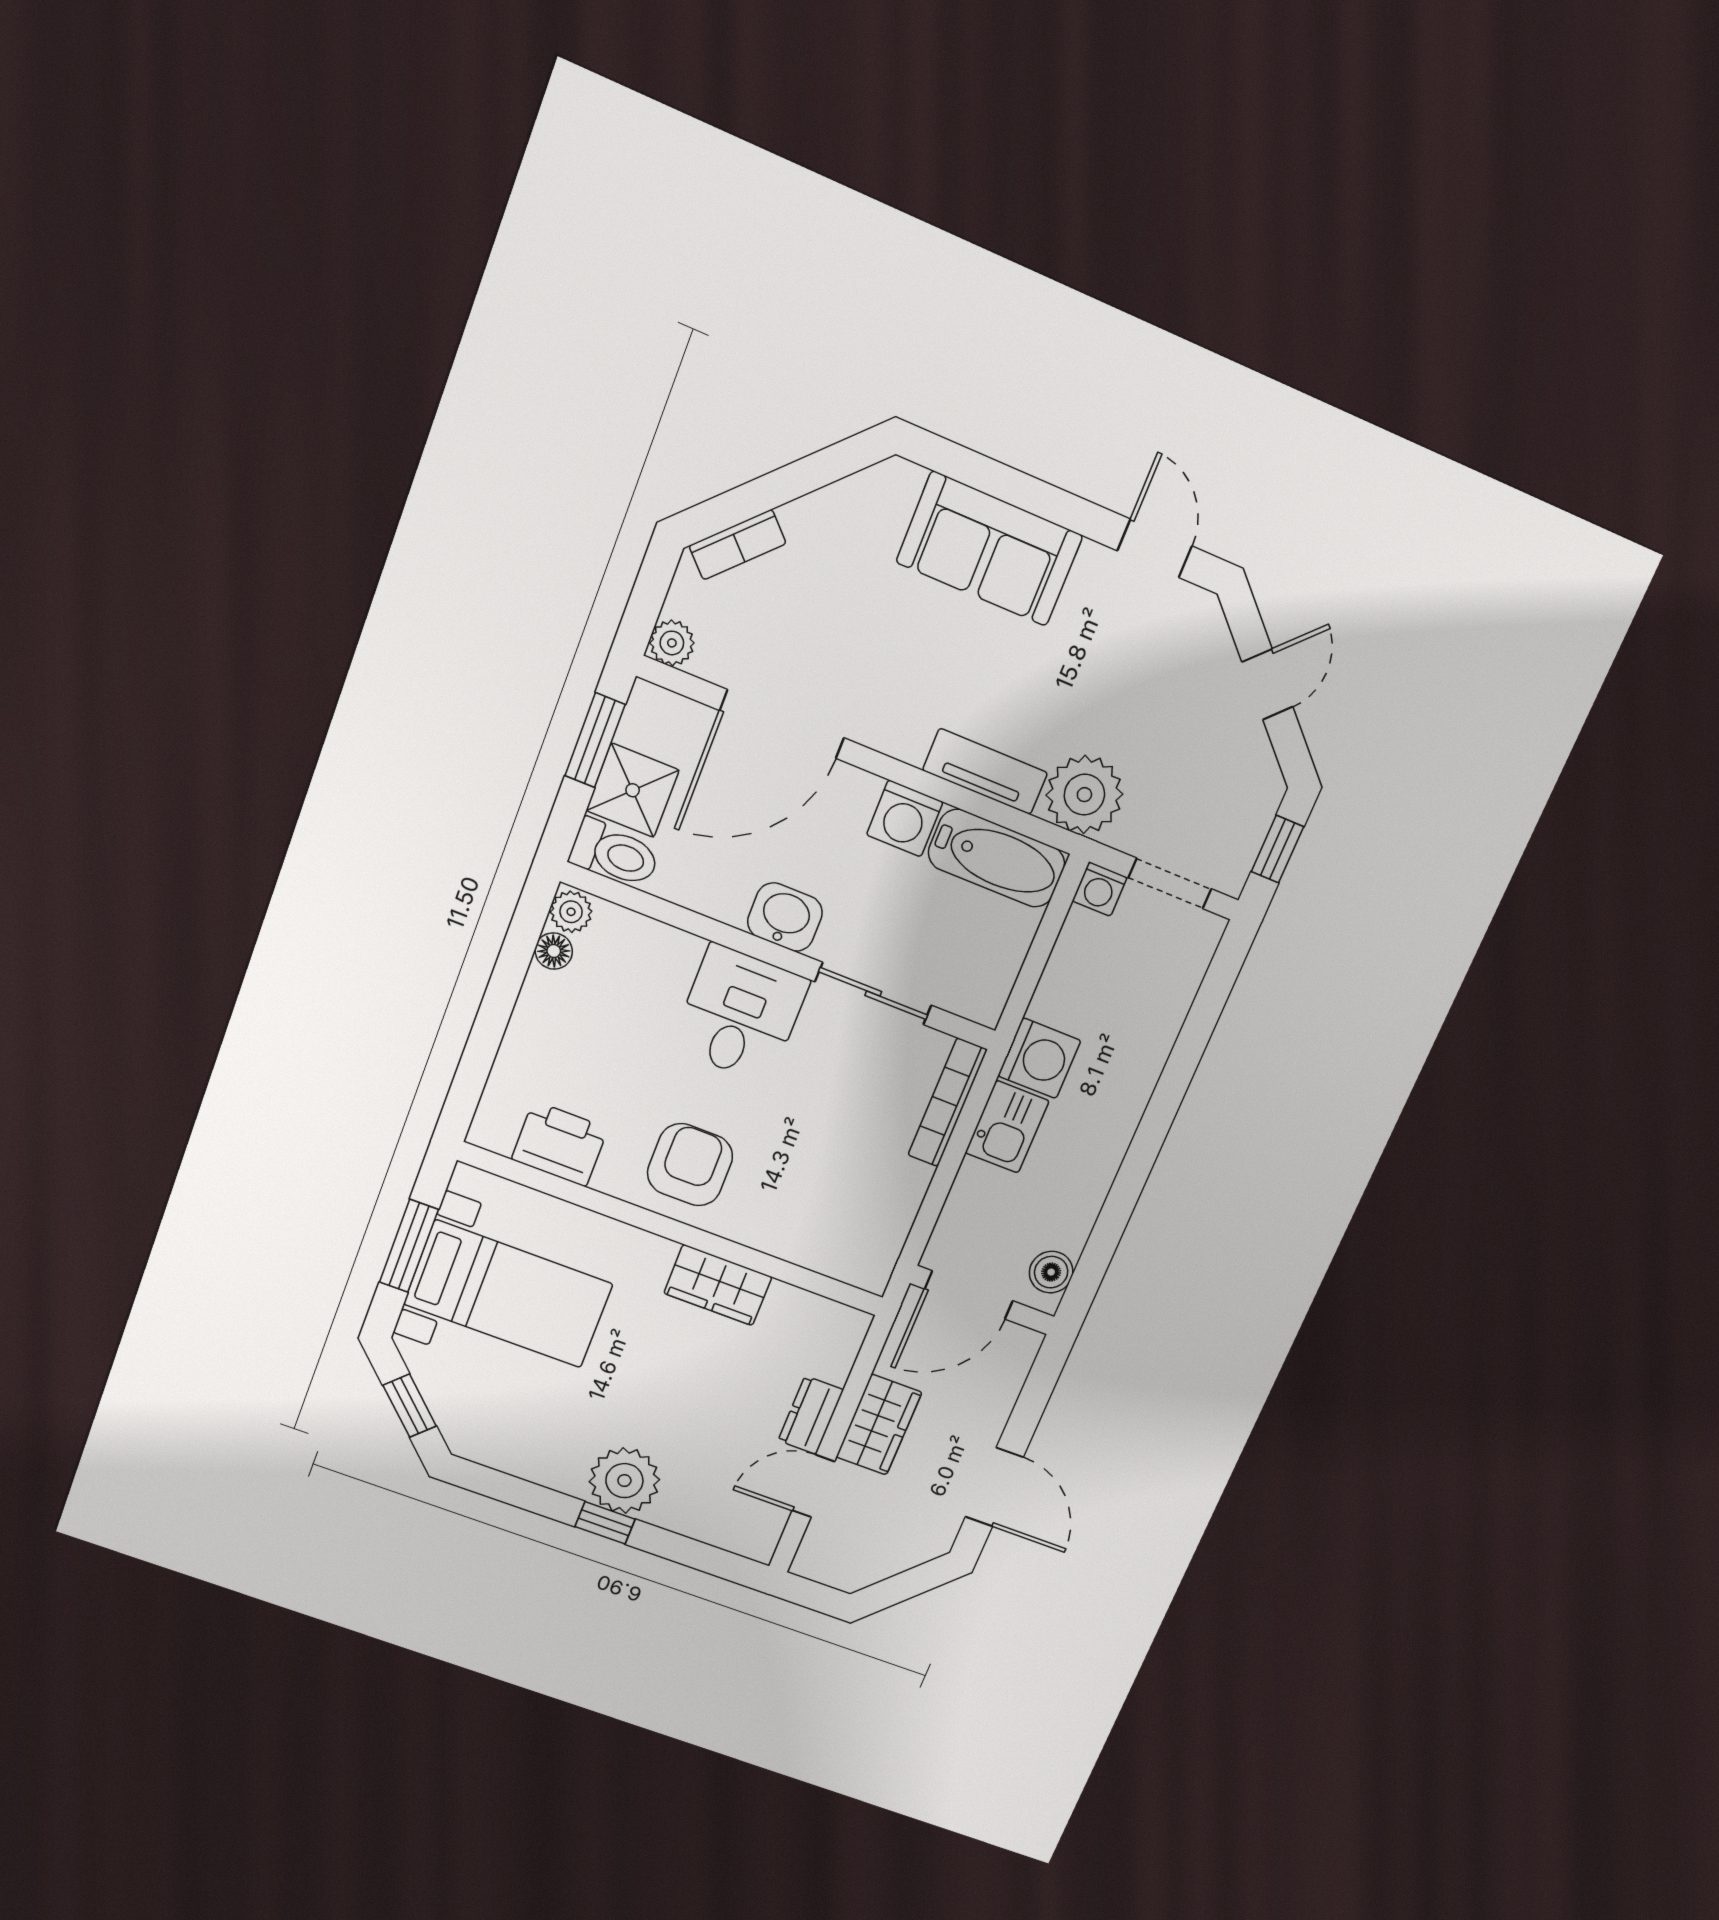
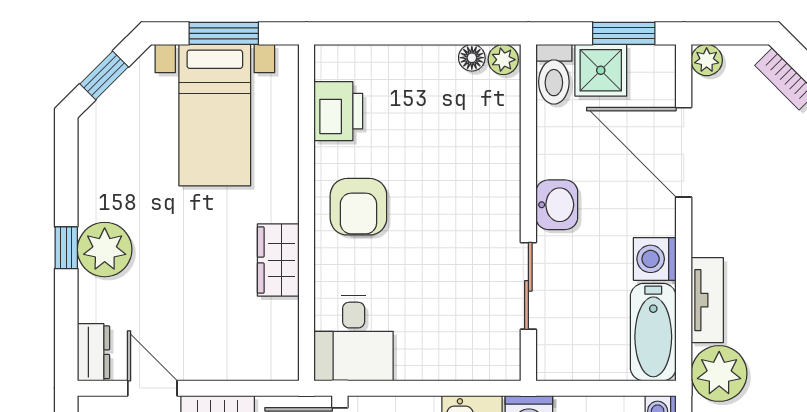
desk: (740, 1014) -> (354, 338), moved, turned 90
bookcase: (948, 1102) -> (473, 368), removed
armchair: (690, 1165) -> (358, 207), turned 90
dresser: (811, 1415) -> (94, 352), moved, turned 90

